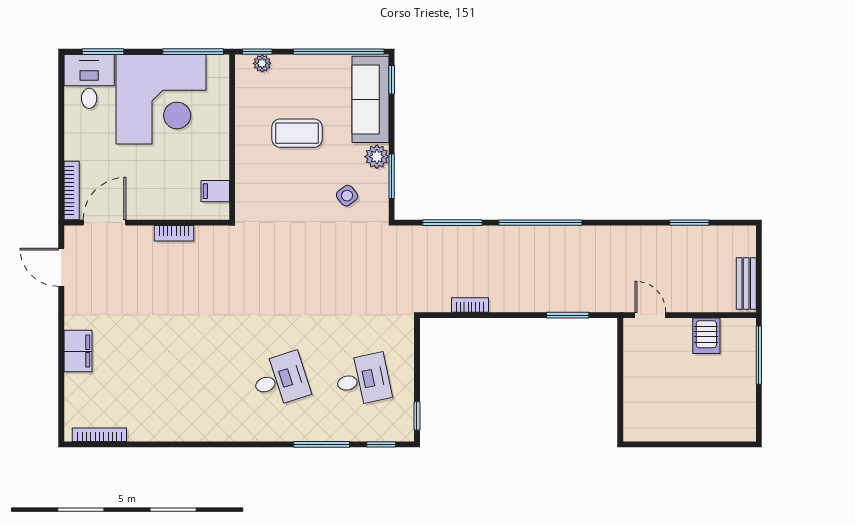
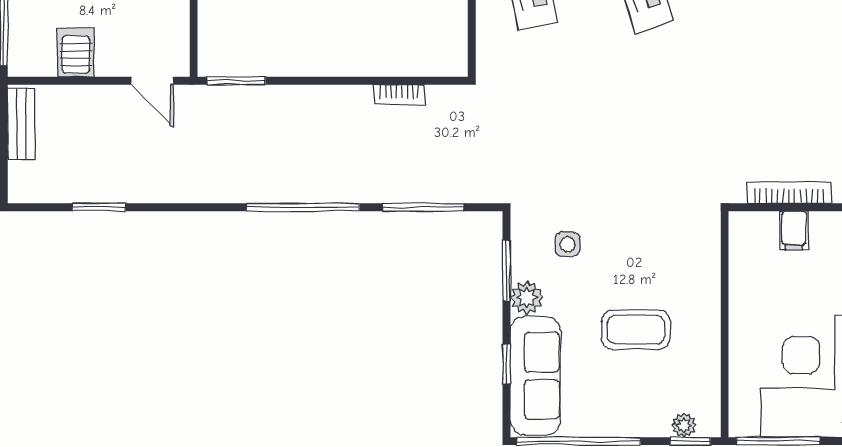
window: (392, 80) -> (507, 364), moved
filing cabinet: (215, 191) -> (794, 230), moved, turned 90
side table: (347, 196) -> (568, 244), turned 38
bookcase: (174, 233) -> (789, 193), width x1.56
window: (568, 315) -> (236, 81), moved

